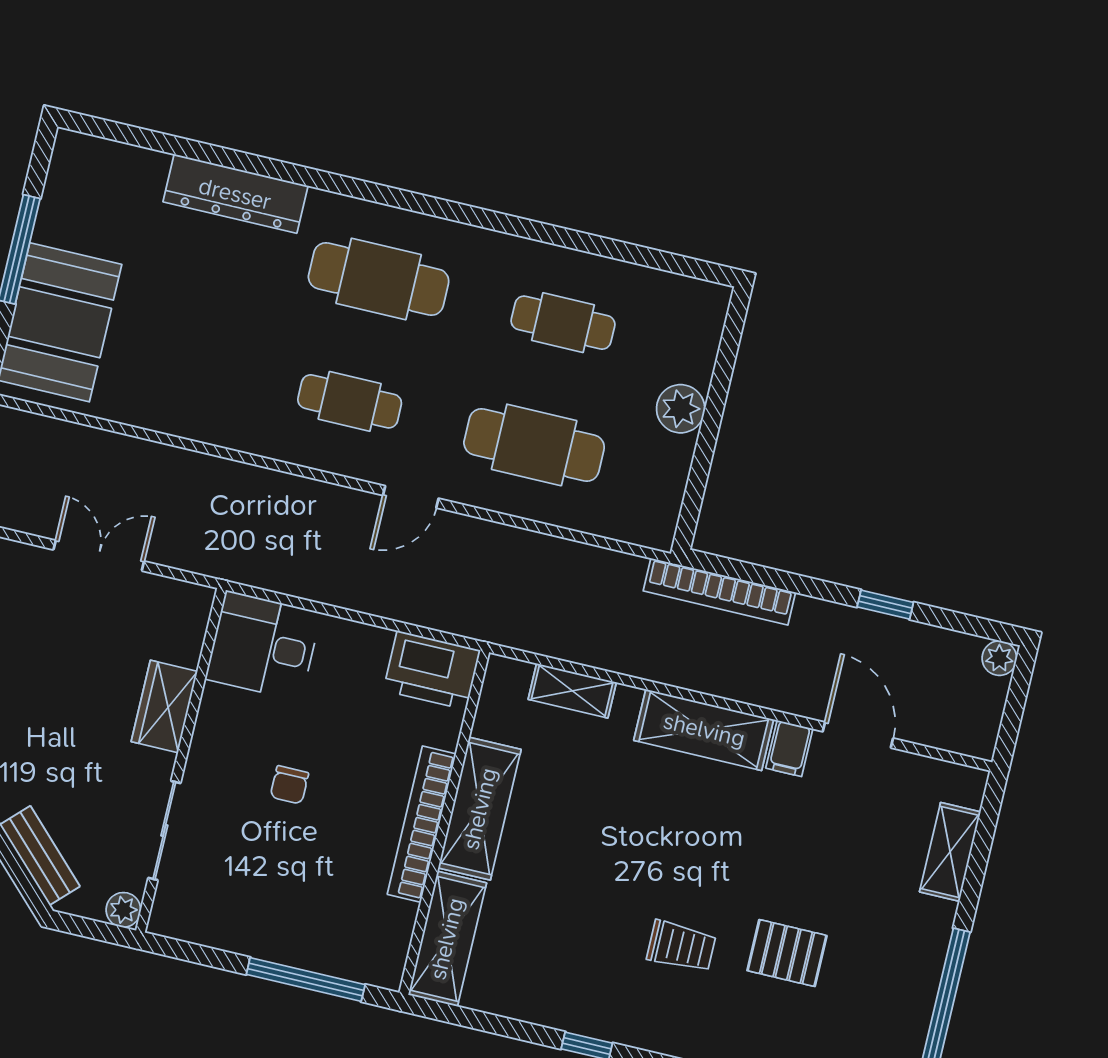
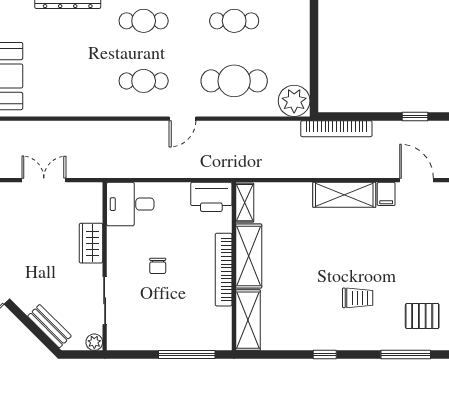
cafe table: (379, 279) -> (144, 21), width x0.73, depth x0.74
plant: (681, 409) -> (294, 101), moved, width x1.36, depth x1.36
shelving: (572, 691) -> (245, 203), moved, turned 90
pallet: (787, 953) -> (422, 316), moved

